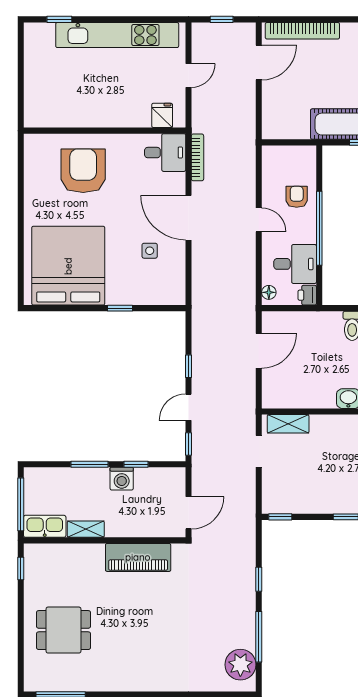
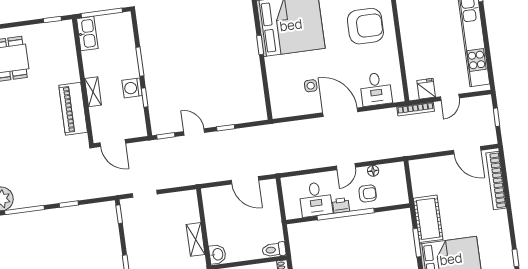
door: (189, 75) -> (450, 97), hinge flipped
fridge: (162, 115) -> (426, 89), moved, turned -90
desk: (165, 153) -> (376, 89), moved
bookcase: (197, 157) -> (416, 109), moved
door: (189, 218) -> (340, 112), hinge flipped
floor lamp: (269, 292) -> (373, 171), moved
printer: (307, 295) -> (341, 205), moved
window: (120, 308) -> (260, 45), moved
shelving: (288, 424) -> (196, 239), moved
doorway: (259, 451) -> (145, 194), moved
shelving: (86, 529) -> (93, 92), moved

